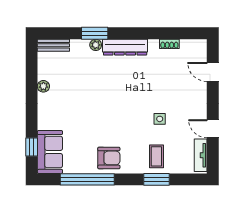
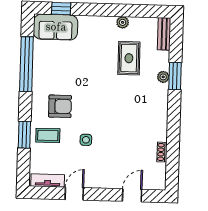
dresser: (125, 47) -> (160, 107), removed
rug: (78, 79) -> (129, 58), added
armchair: (109, 158) -> (60, 106), moved, turned -90

